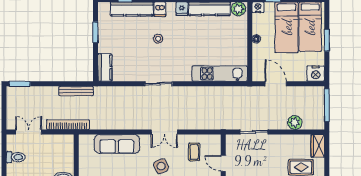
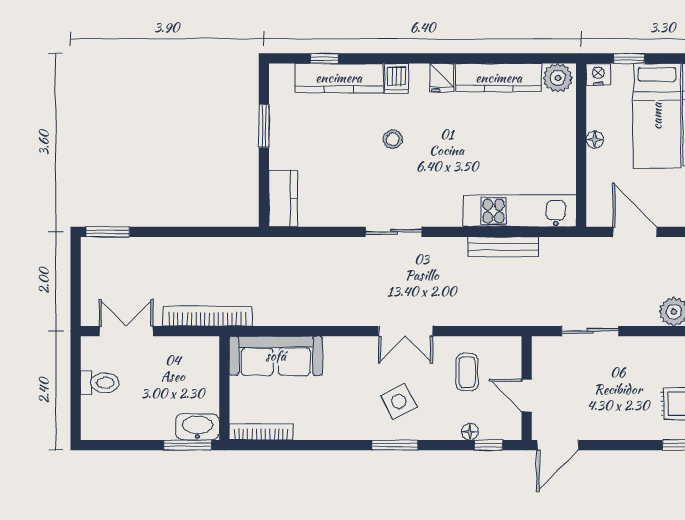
bench: (76, 91) -> (503, 247), moved
sofa: (117, 144) -> (276, 356), moved

